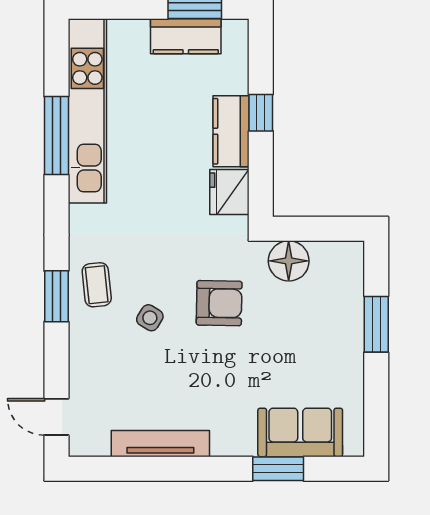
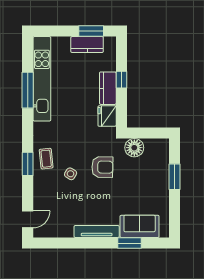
door: (56, 417) -> (28, 219), swing flipped
tv unit: (160, 444) -> (97, 232), moved

